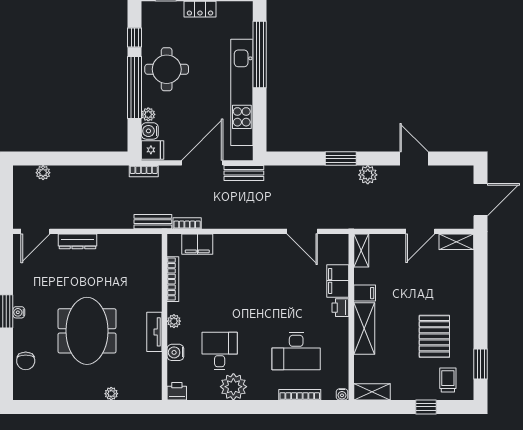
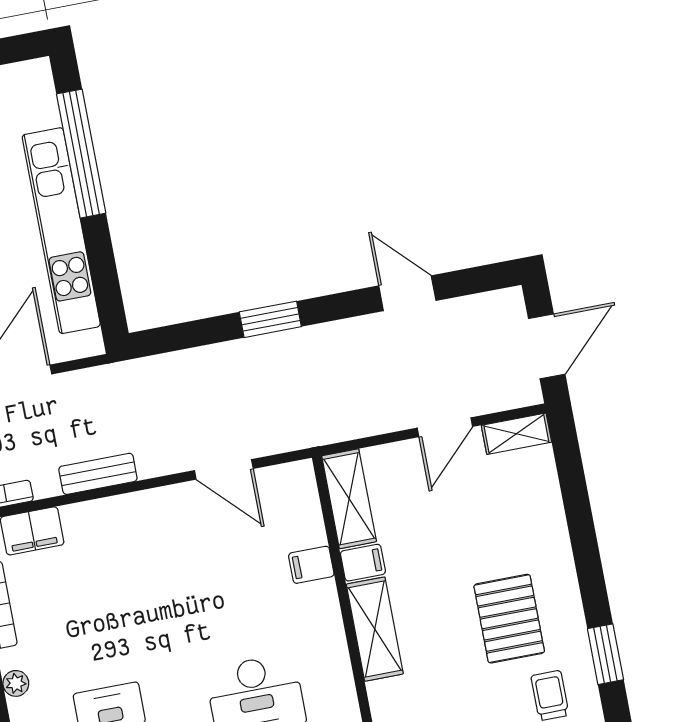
bench: (244, 173) -> (98, 474), moved
plant: (368, 175) -> (326, 340), removed
shelving: (361, 250) -> (349, 499), width x1.50, depth x1.33
filing cabinet: (338, 281) -> (311, 565), width x0.50
printer: (340, 308) -> (323, 599), removed

